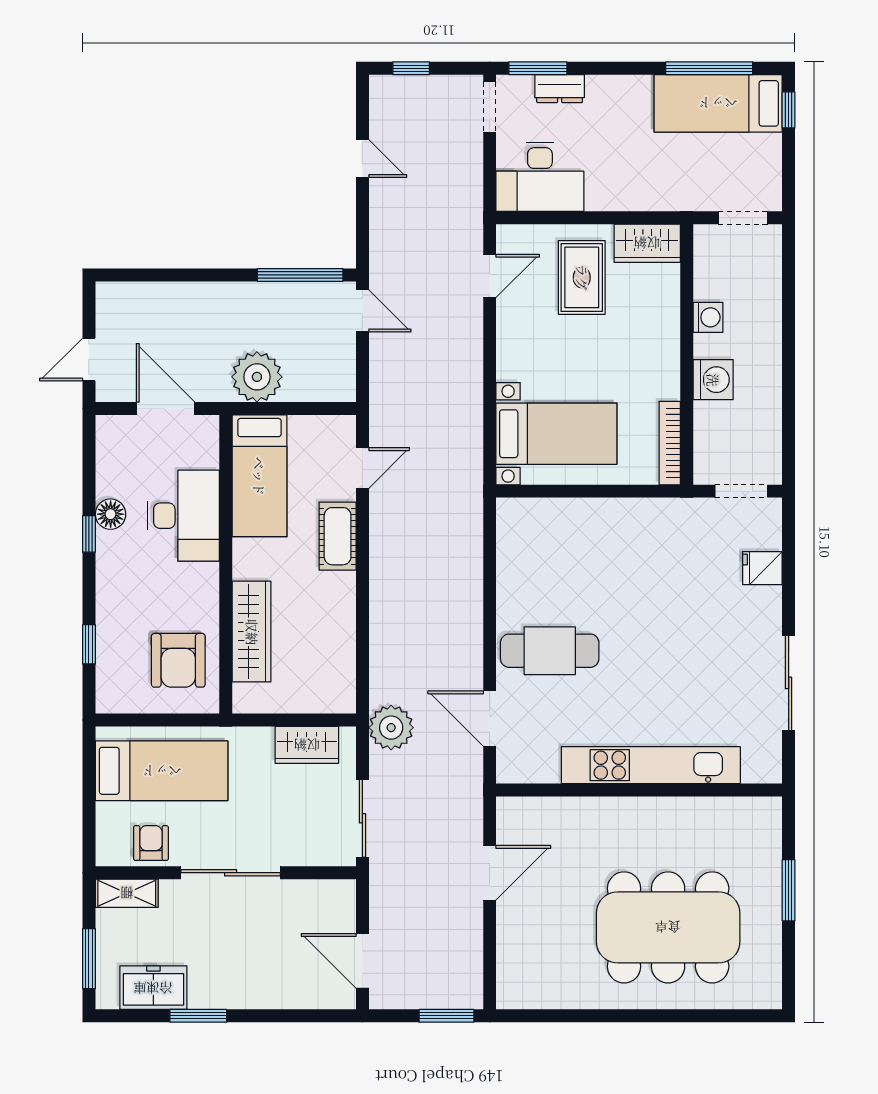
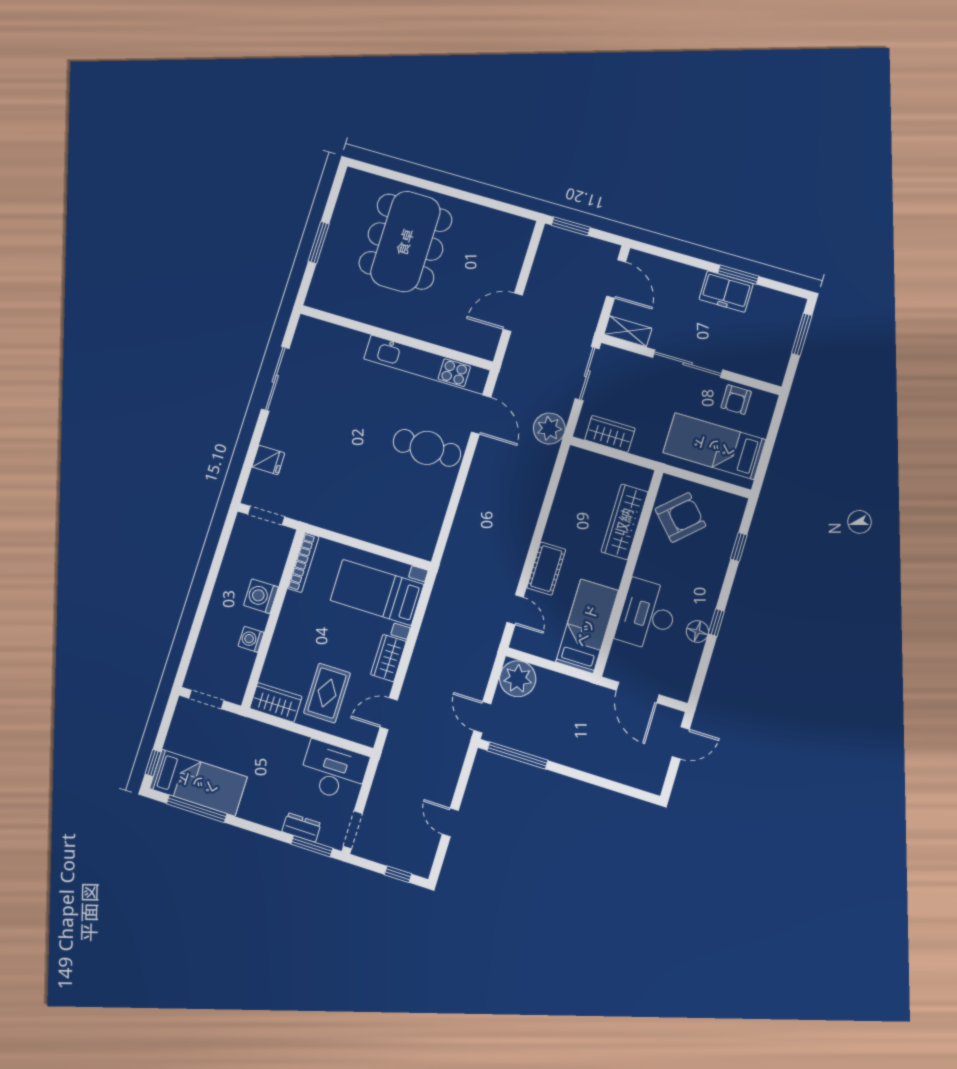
wardrobe: (513, 350) -> (388, 658), added
plant: (257, 377) -> (518, 679), moved
door: (362, 468) -> (515, 610), swing flipped
armchair: (178, 660) -> (680, 517), turned 47
kitchen unit: (651, 765) -> (427, 365), moved
shelving: (127, 893) -> (628, 331), moved
dining table: (668, 927) -> (405, 242), turned 90
freezer: (153, 988) -> (726, 291), moved

